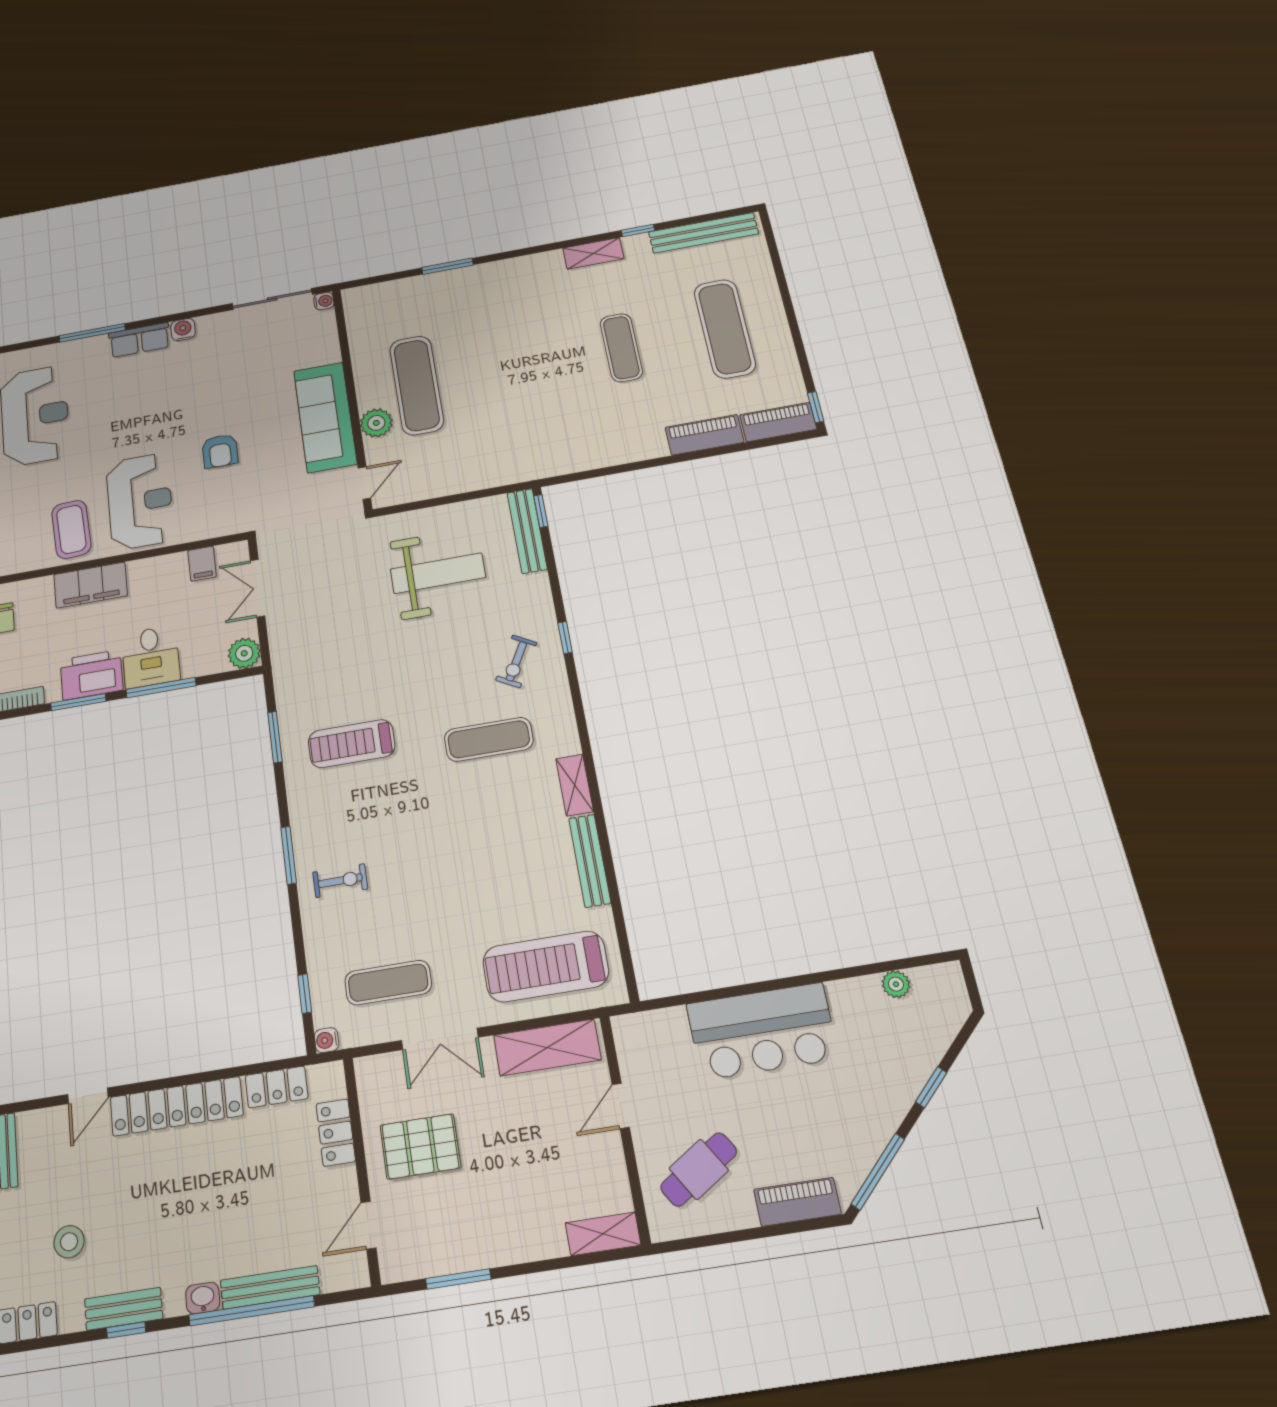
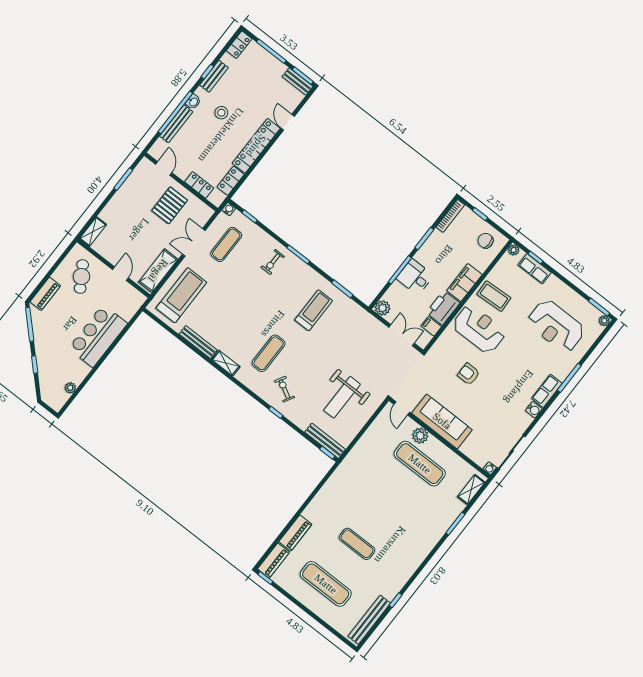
shelving: (593, 253) -> (471, 489), moved
reception desk: (140, 501) -> (479, 329), turned 180
printer: (92, 675) -> (443, 308), moved, turned 180
stool: (69, 1242) -> (221, 113), moved

